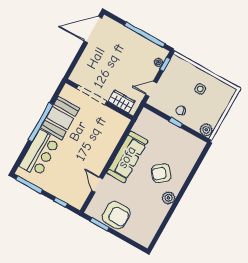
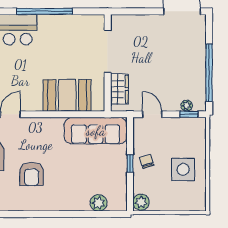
side table: (200, 89) -> (183, 169), width x1.87, depth x1.87
booth: (60, 118) -> (67, 95), moved
sofa: (127, 157) -> (96, 131), moved
armchair: (161, 173) -> (32, 174), moved, turned -141
plant: (168, 198) -> (99, 203), moved

